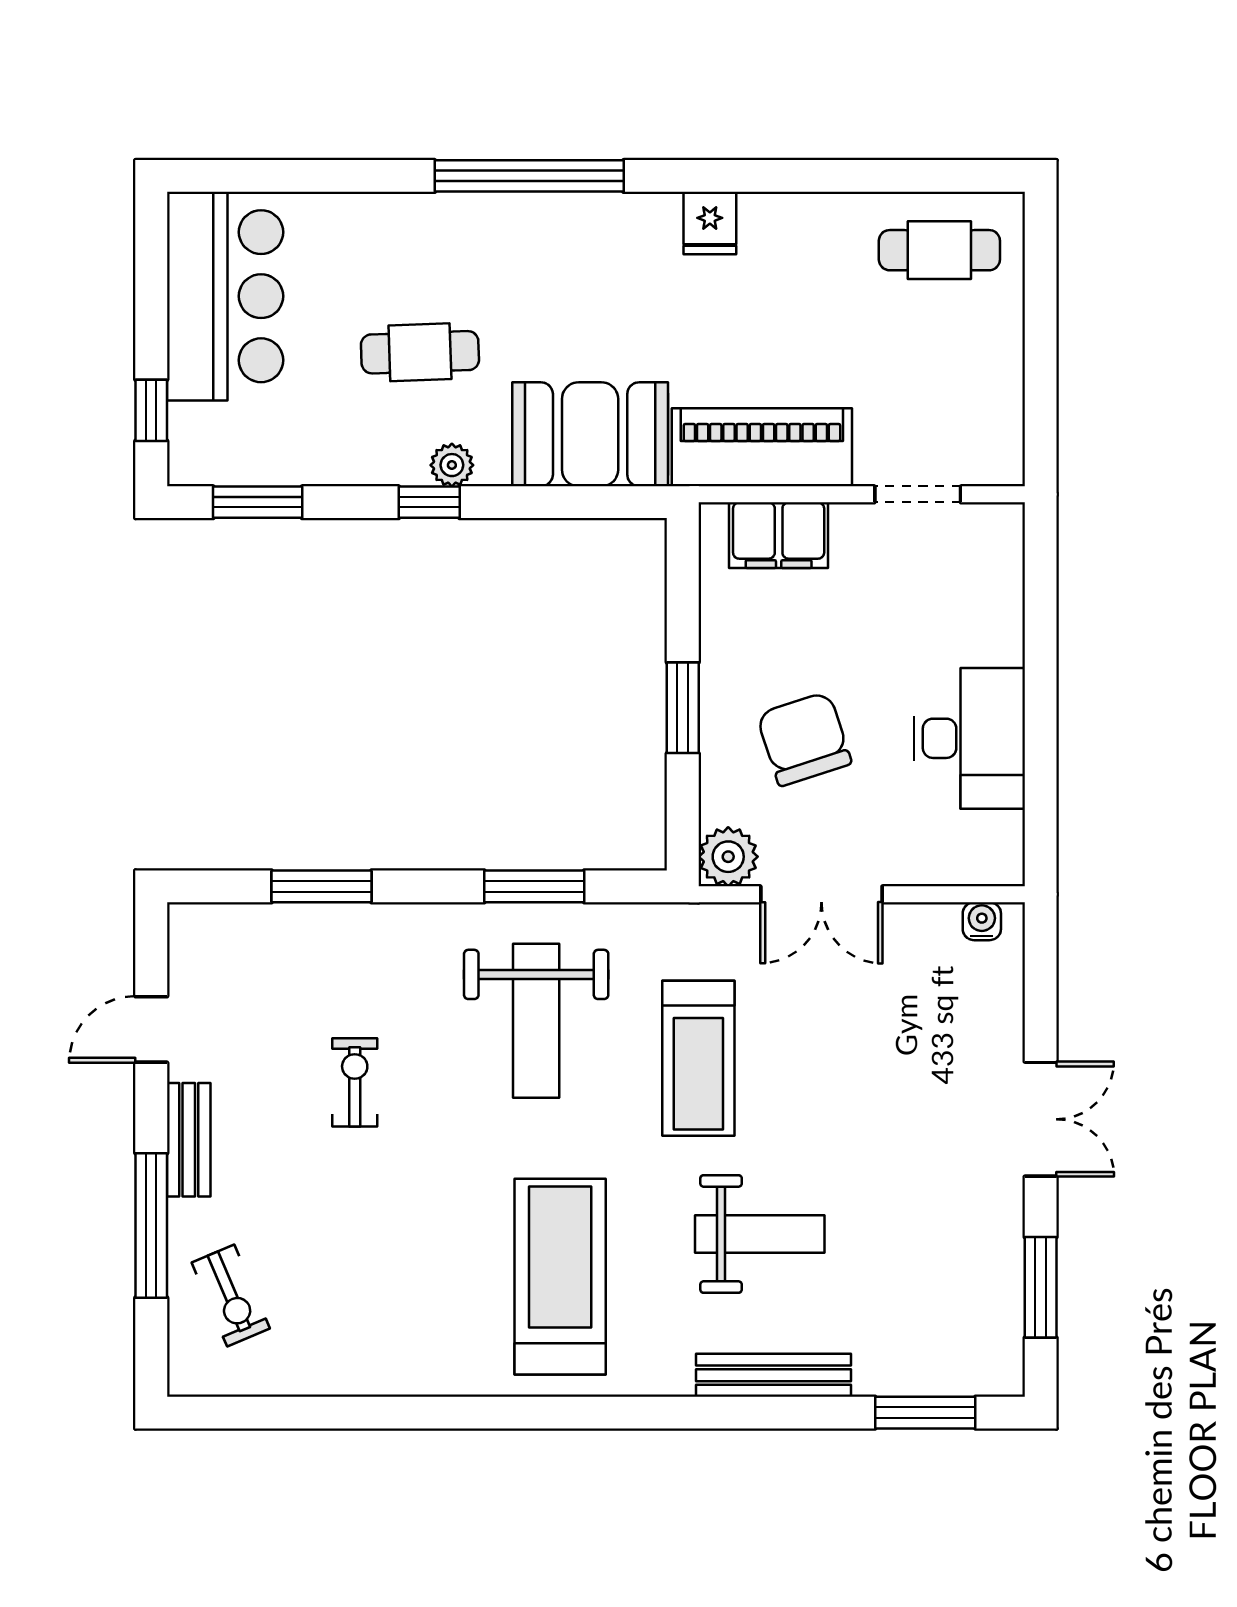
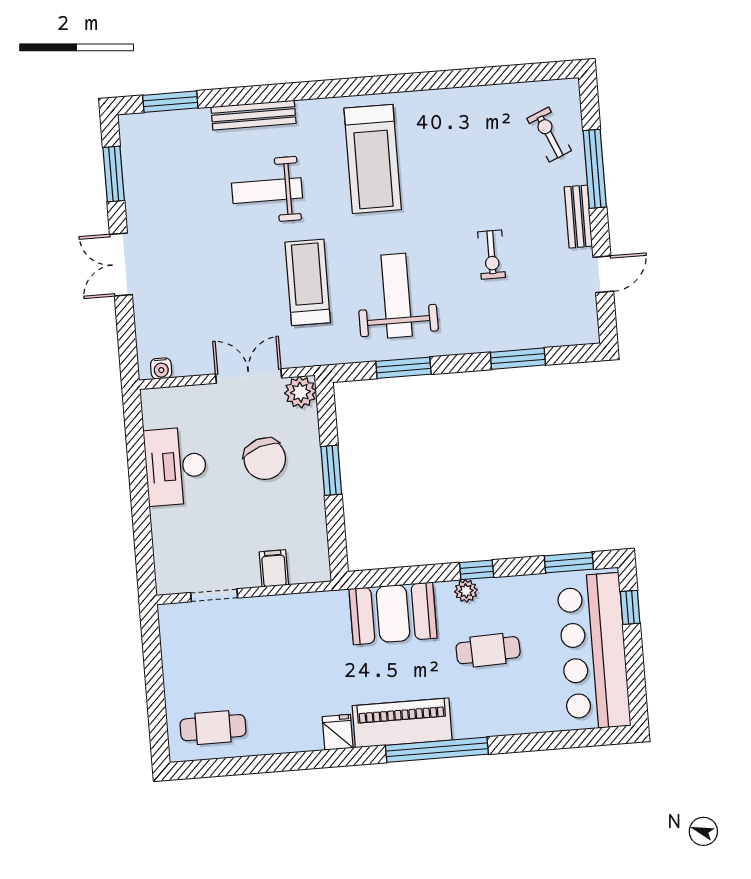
bar counter: (225, 296) -> (594, 652), width x1.36
piano: (762, 447) -> (402, 723), moved, turned 180
filing cabinet: (779, 535) -> (274, 568), width x0.50

